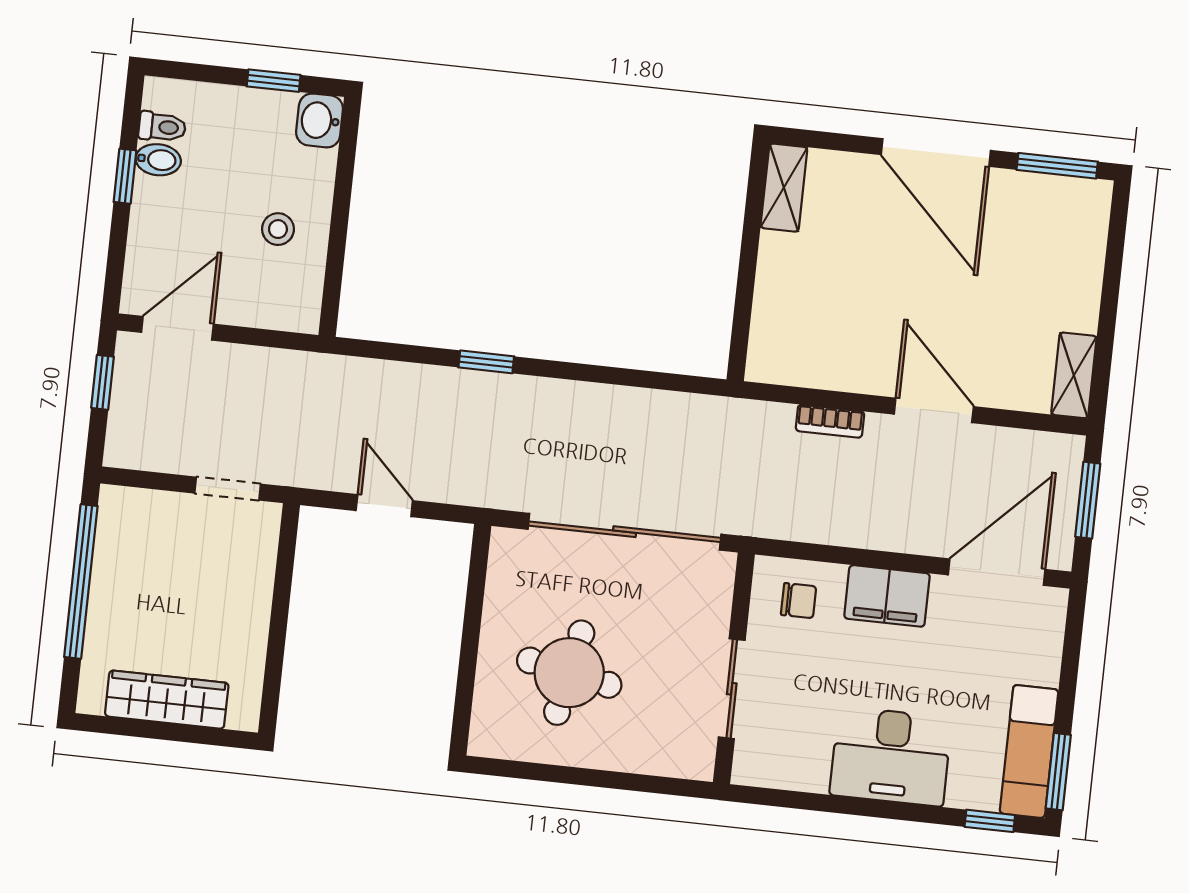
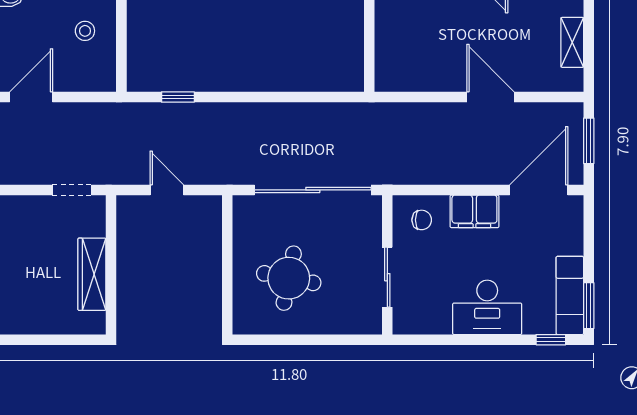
window: (486, 362) -> (178, 97), moved
shelving: (1074, 375) -> (572, 42), moved
bookcase: (830, 421) -> (429, 110), removed
wardrobe: (167, 700) -> (92, 274), moved, turned -90

